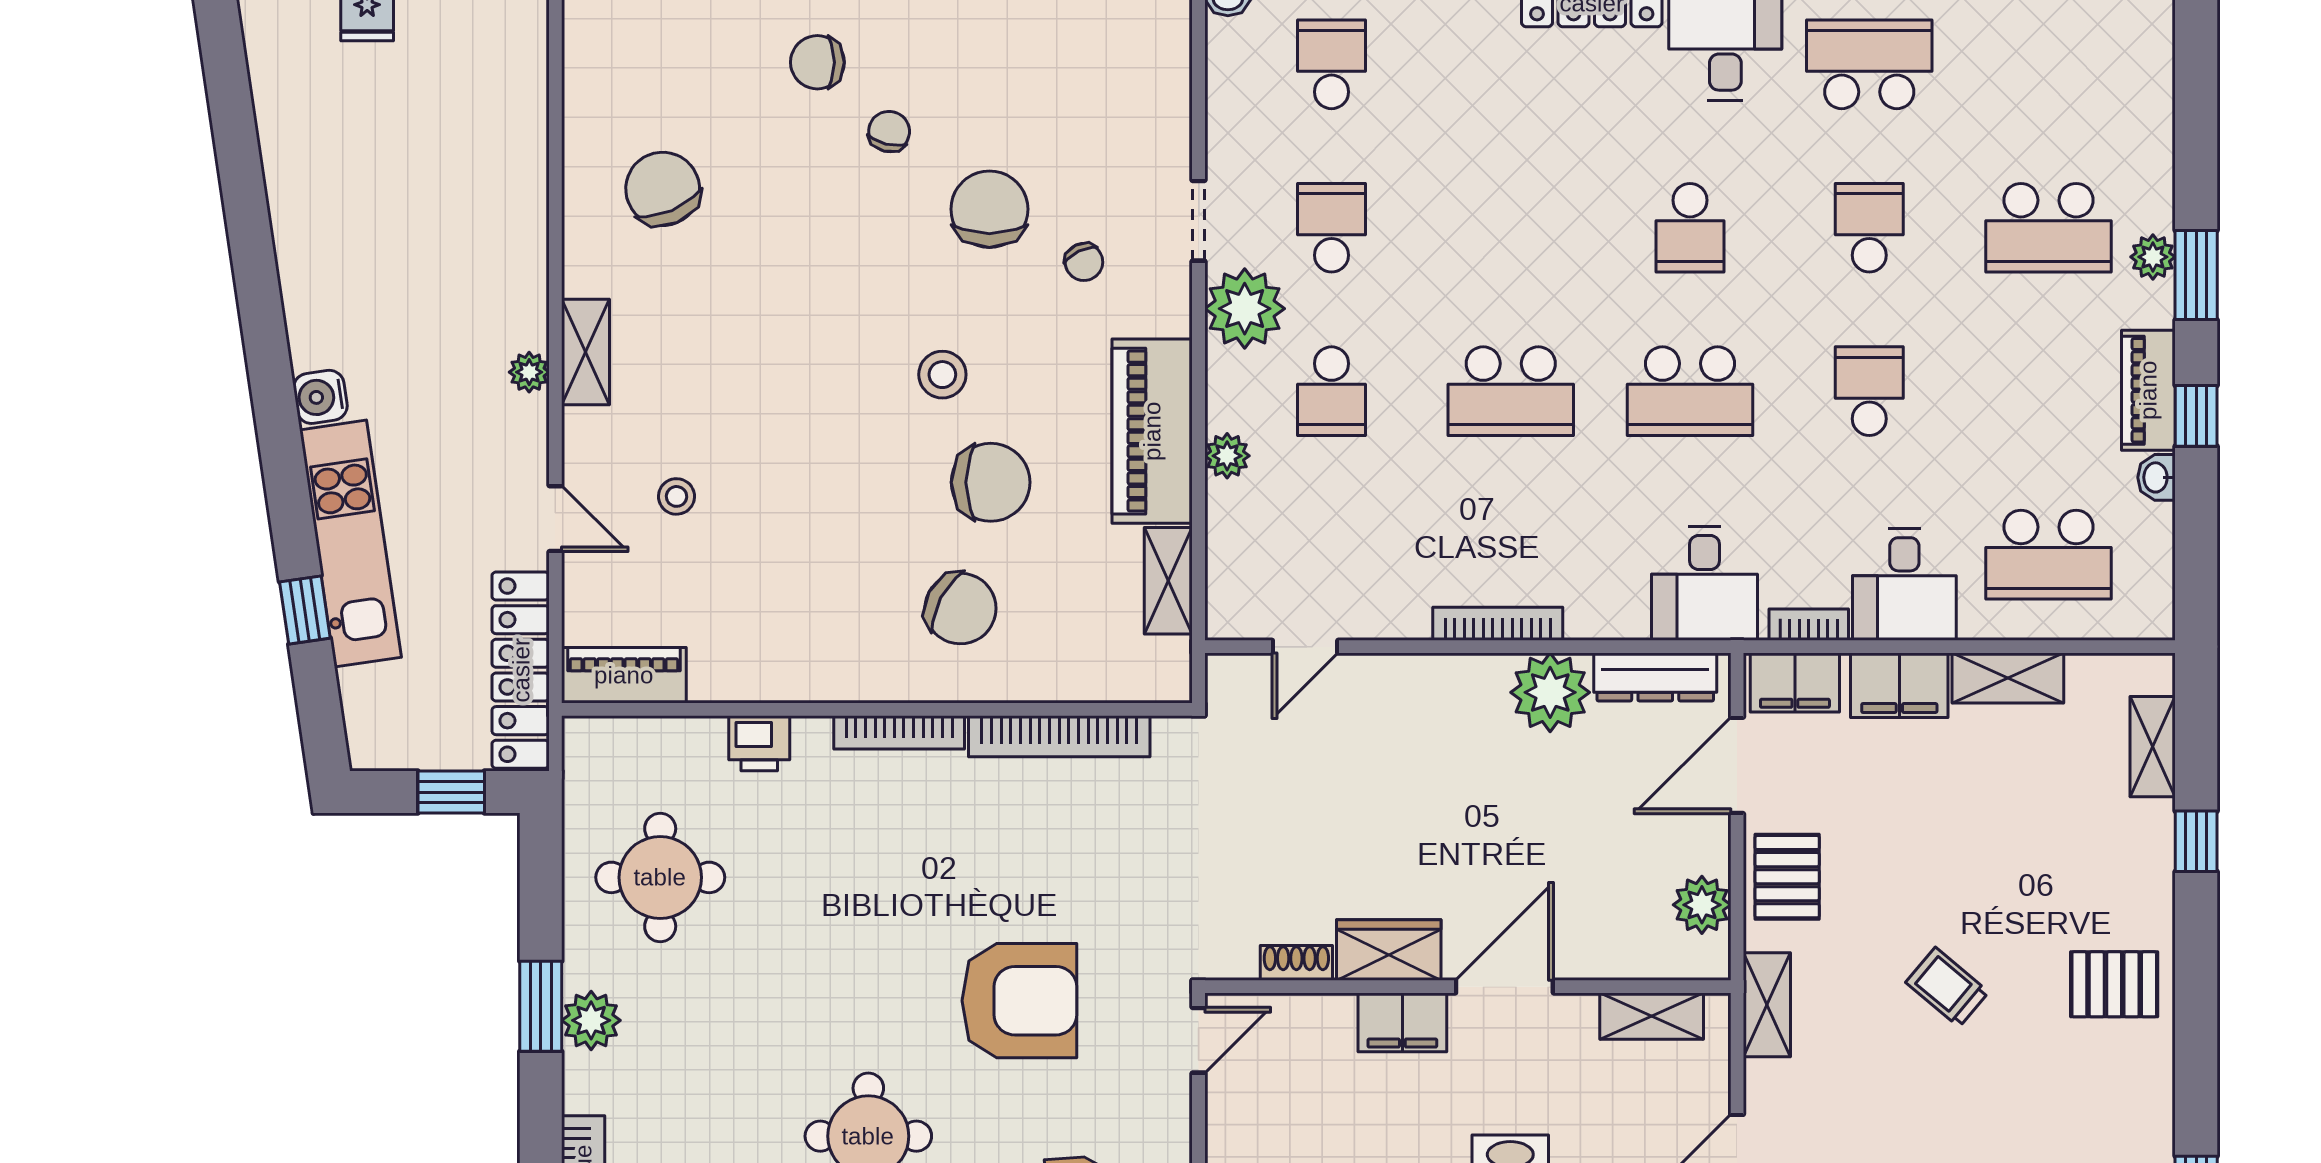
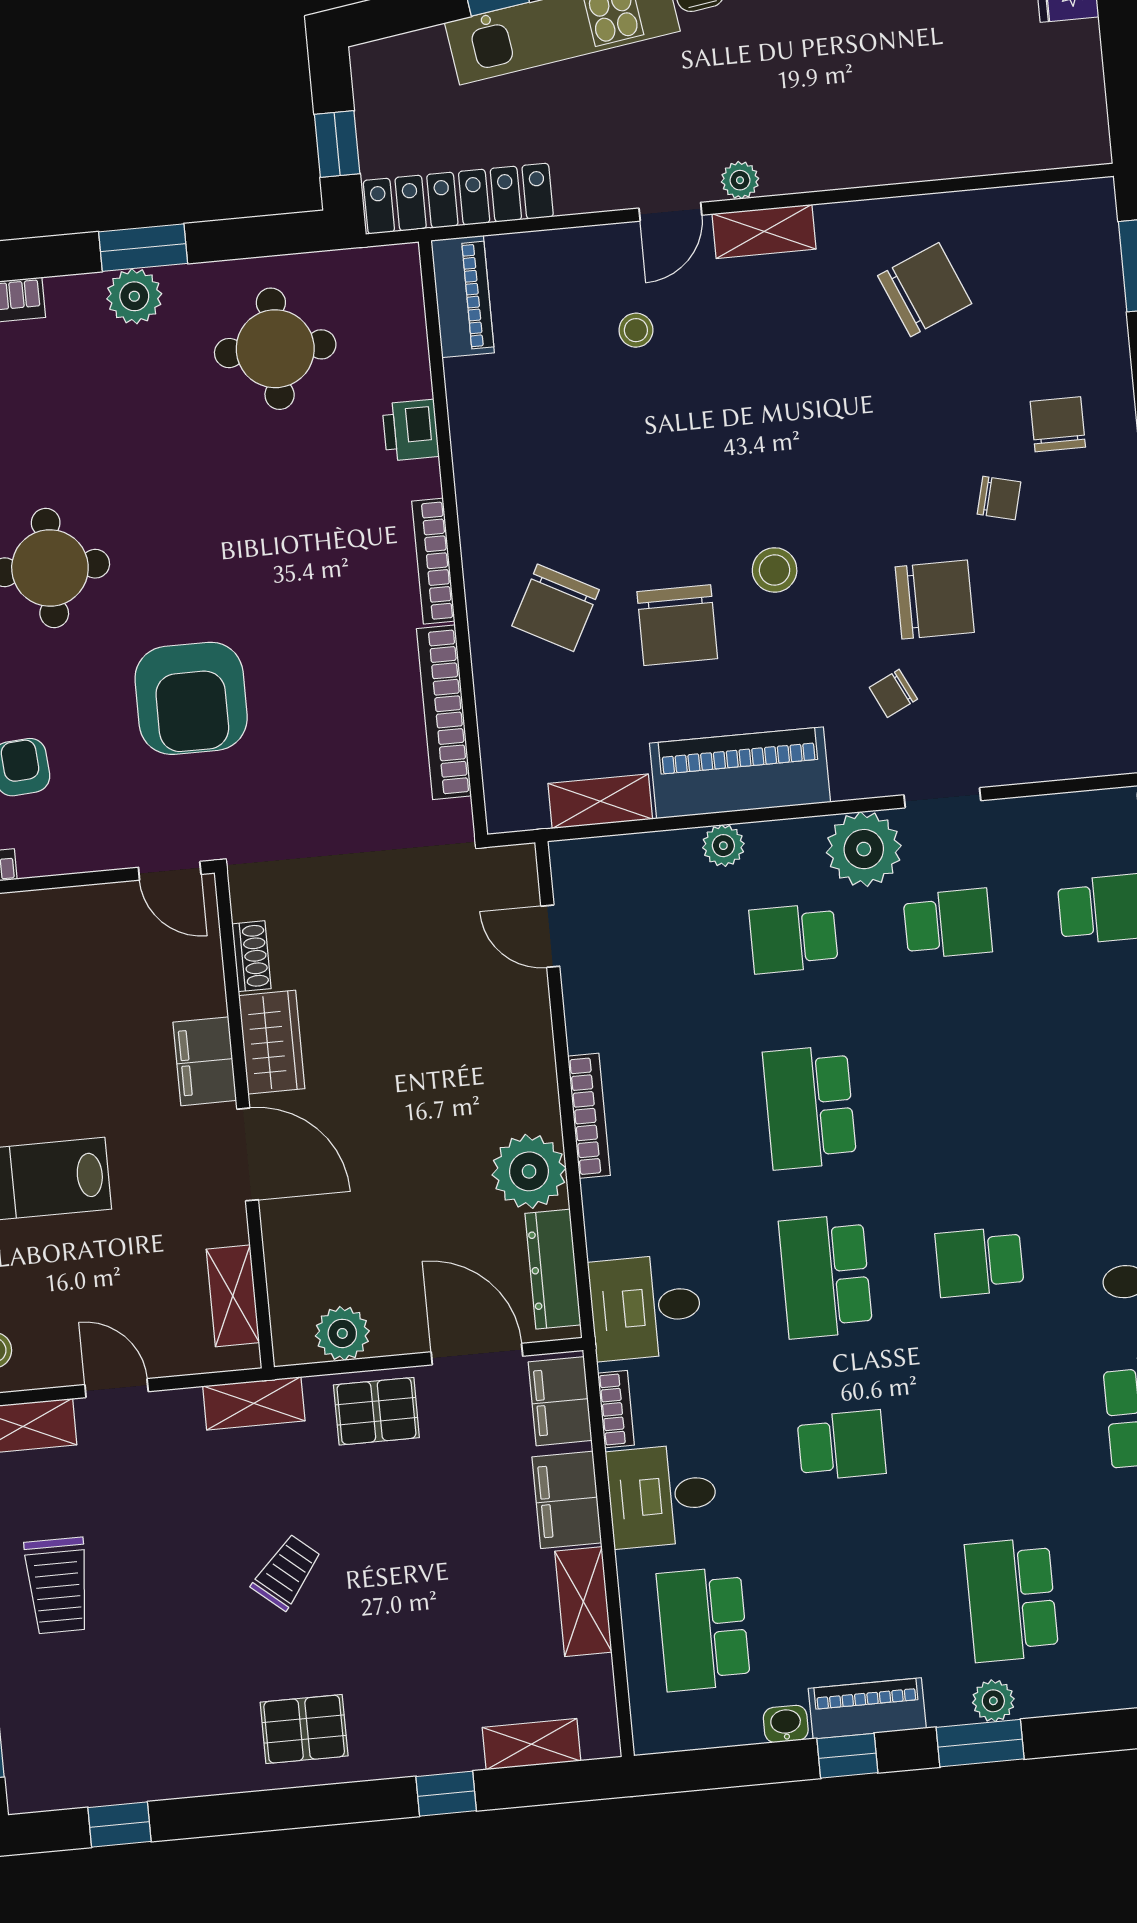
school desk: (1869, 228) -> (996, 1431), removed
door: (555, 519) -> (670, 212), moved
pallet: (2114, 984) -> (304, 1729), turned 90

